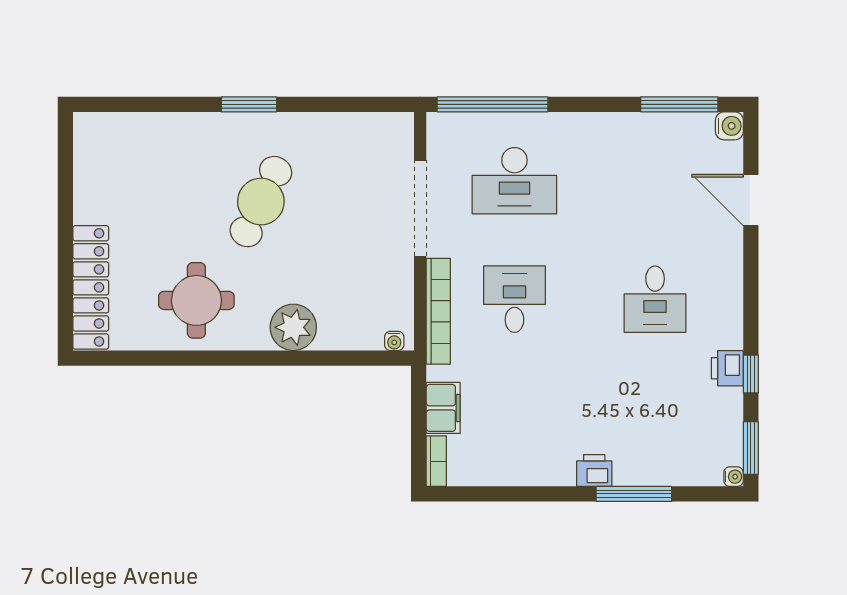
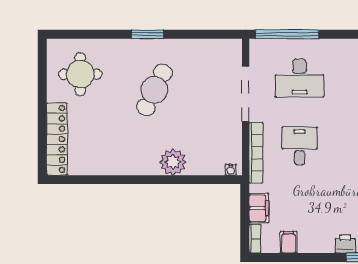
round table: (196, 300) -> (80, 74), moved
filing cabinet: (495, 467) -> (289, 242), added

